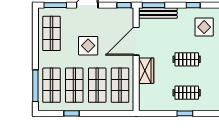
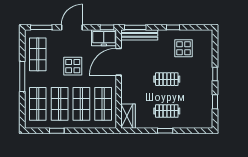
freezer: (121, 16) -> (104, 38), added
wardrobe: (146, 71) -> (128, 116), moved
window: (35, 86) -> (22, 77), moved

